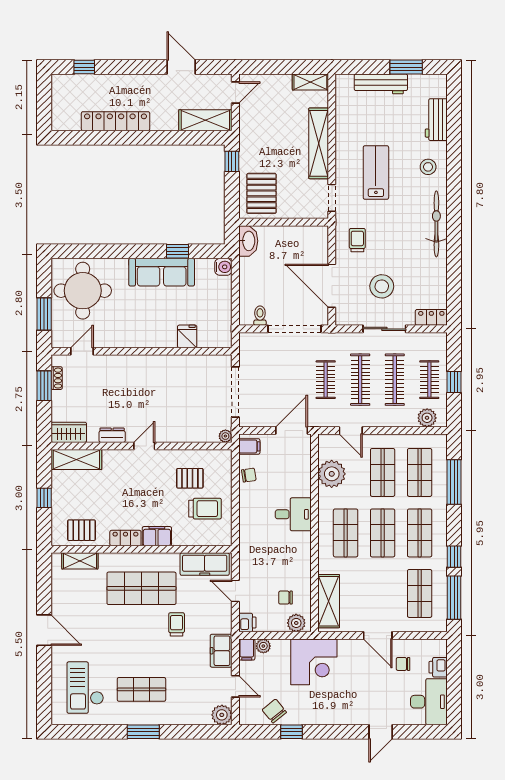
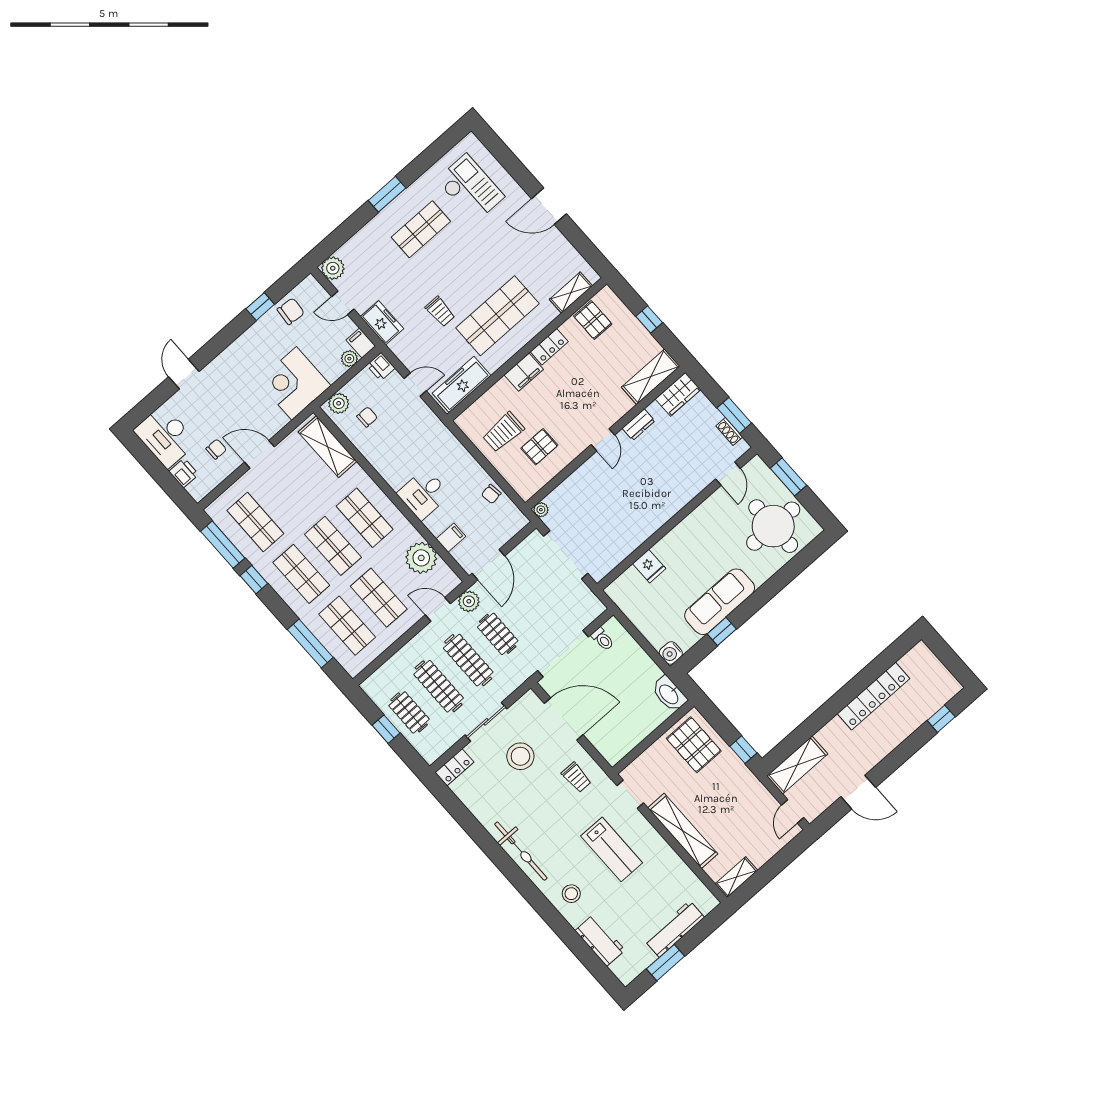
plant: (427, 418) -> (469, 601), moved
filing cabinet: (249, 446) -> (451, 538), moved, turned 180
pallet: (81, 530) -> (593, 320), turned 90
chair: (274, 711) -> (291, 311), turned -46

